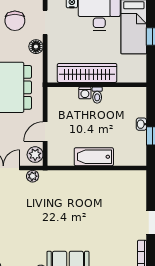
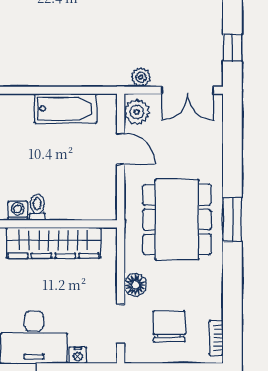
washing machine: (85, 93) -> (18, 211), moved
door: (45, 132) -> (121, 149), hinge flipped
bathtub: (94, 157) -> (65, 108), moved

